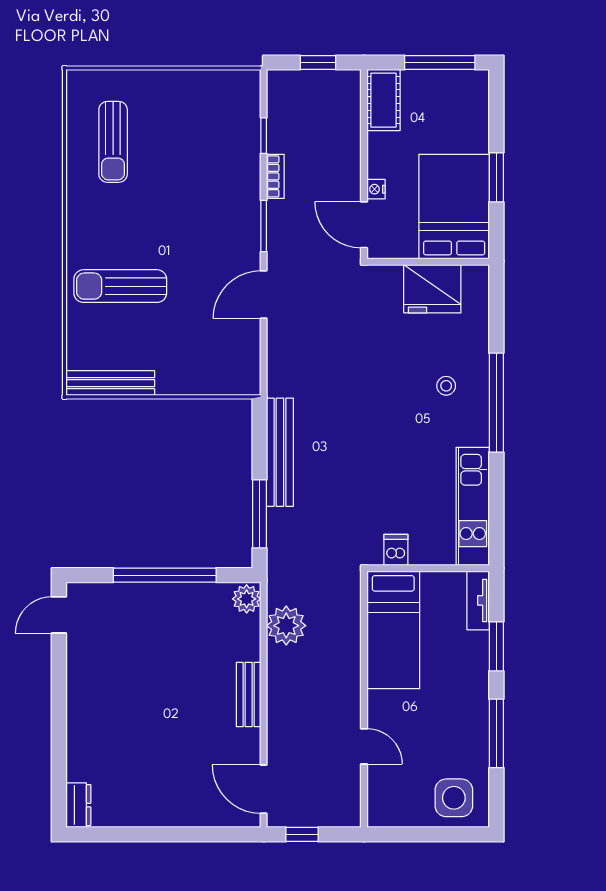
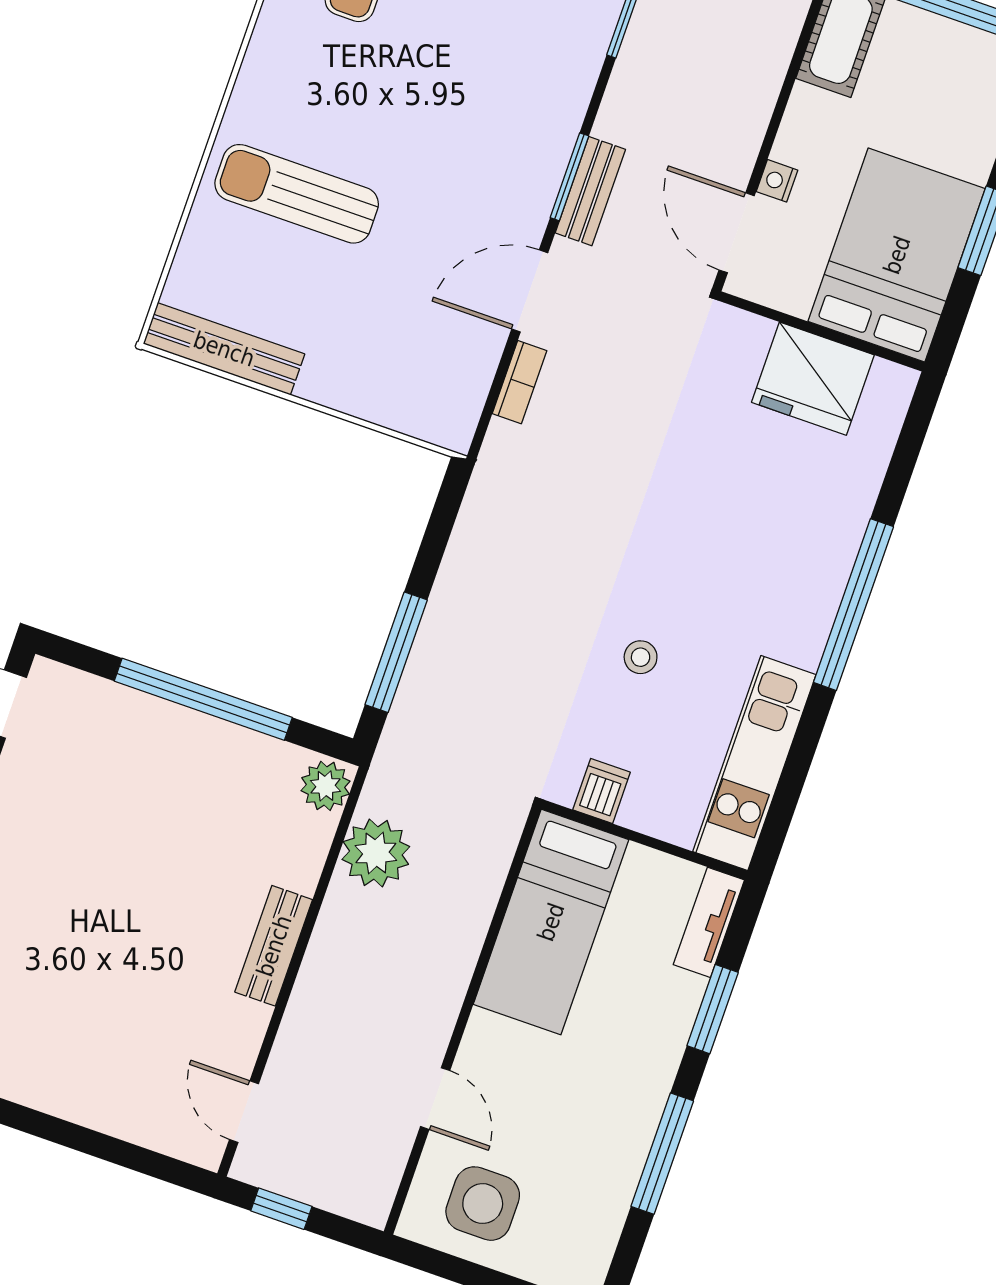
bookcase: (275, 176) -> (520, 382), moved
stool: (446, 386) -> (641, 657), moved
bench: (280, 452) -> (590, 191), moved, width x0.54, depth x0.82
door: (264, 789) -> (244, 1112), width x0.73
side table: (454, 798) -> (483, 1204), moved

